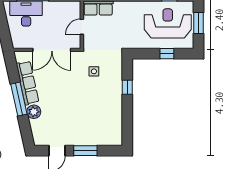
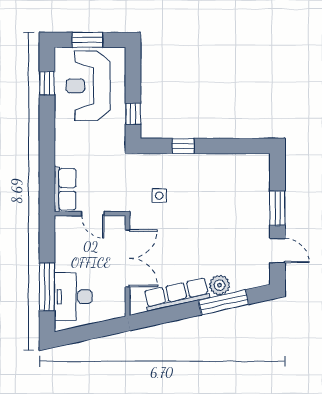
window: (167, 54) -> (133, 114), moved
window: (19, 99) -> (224, 302), moved

